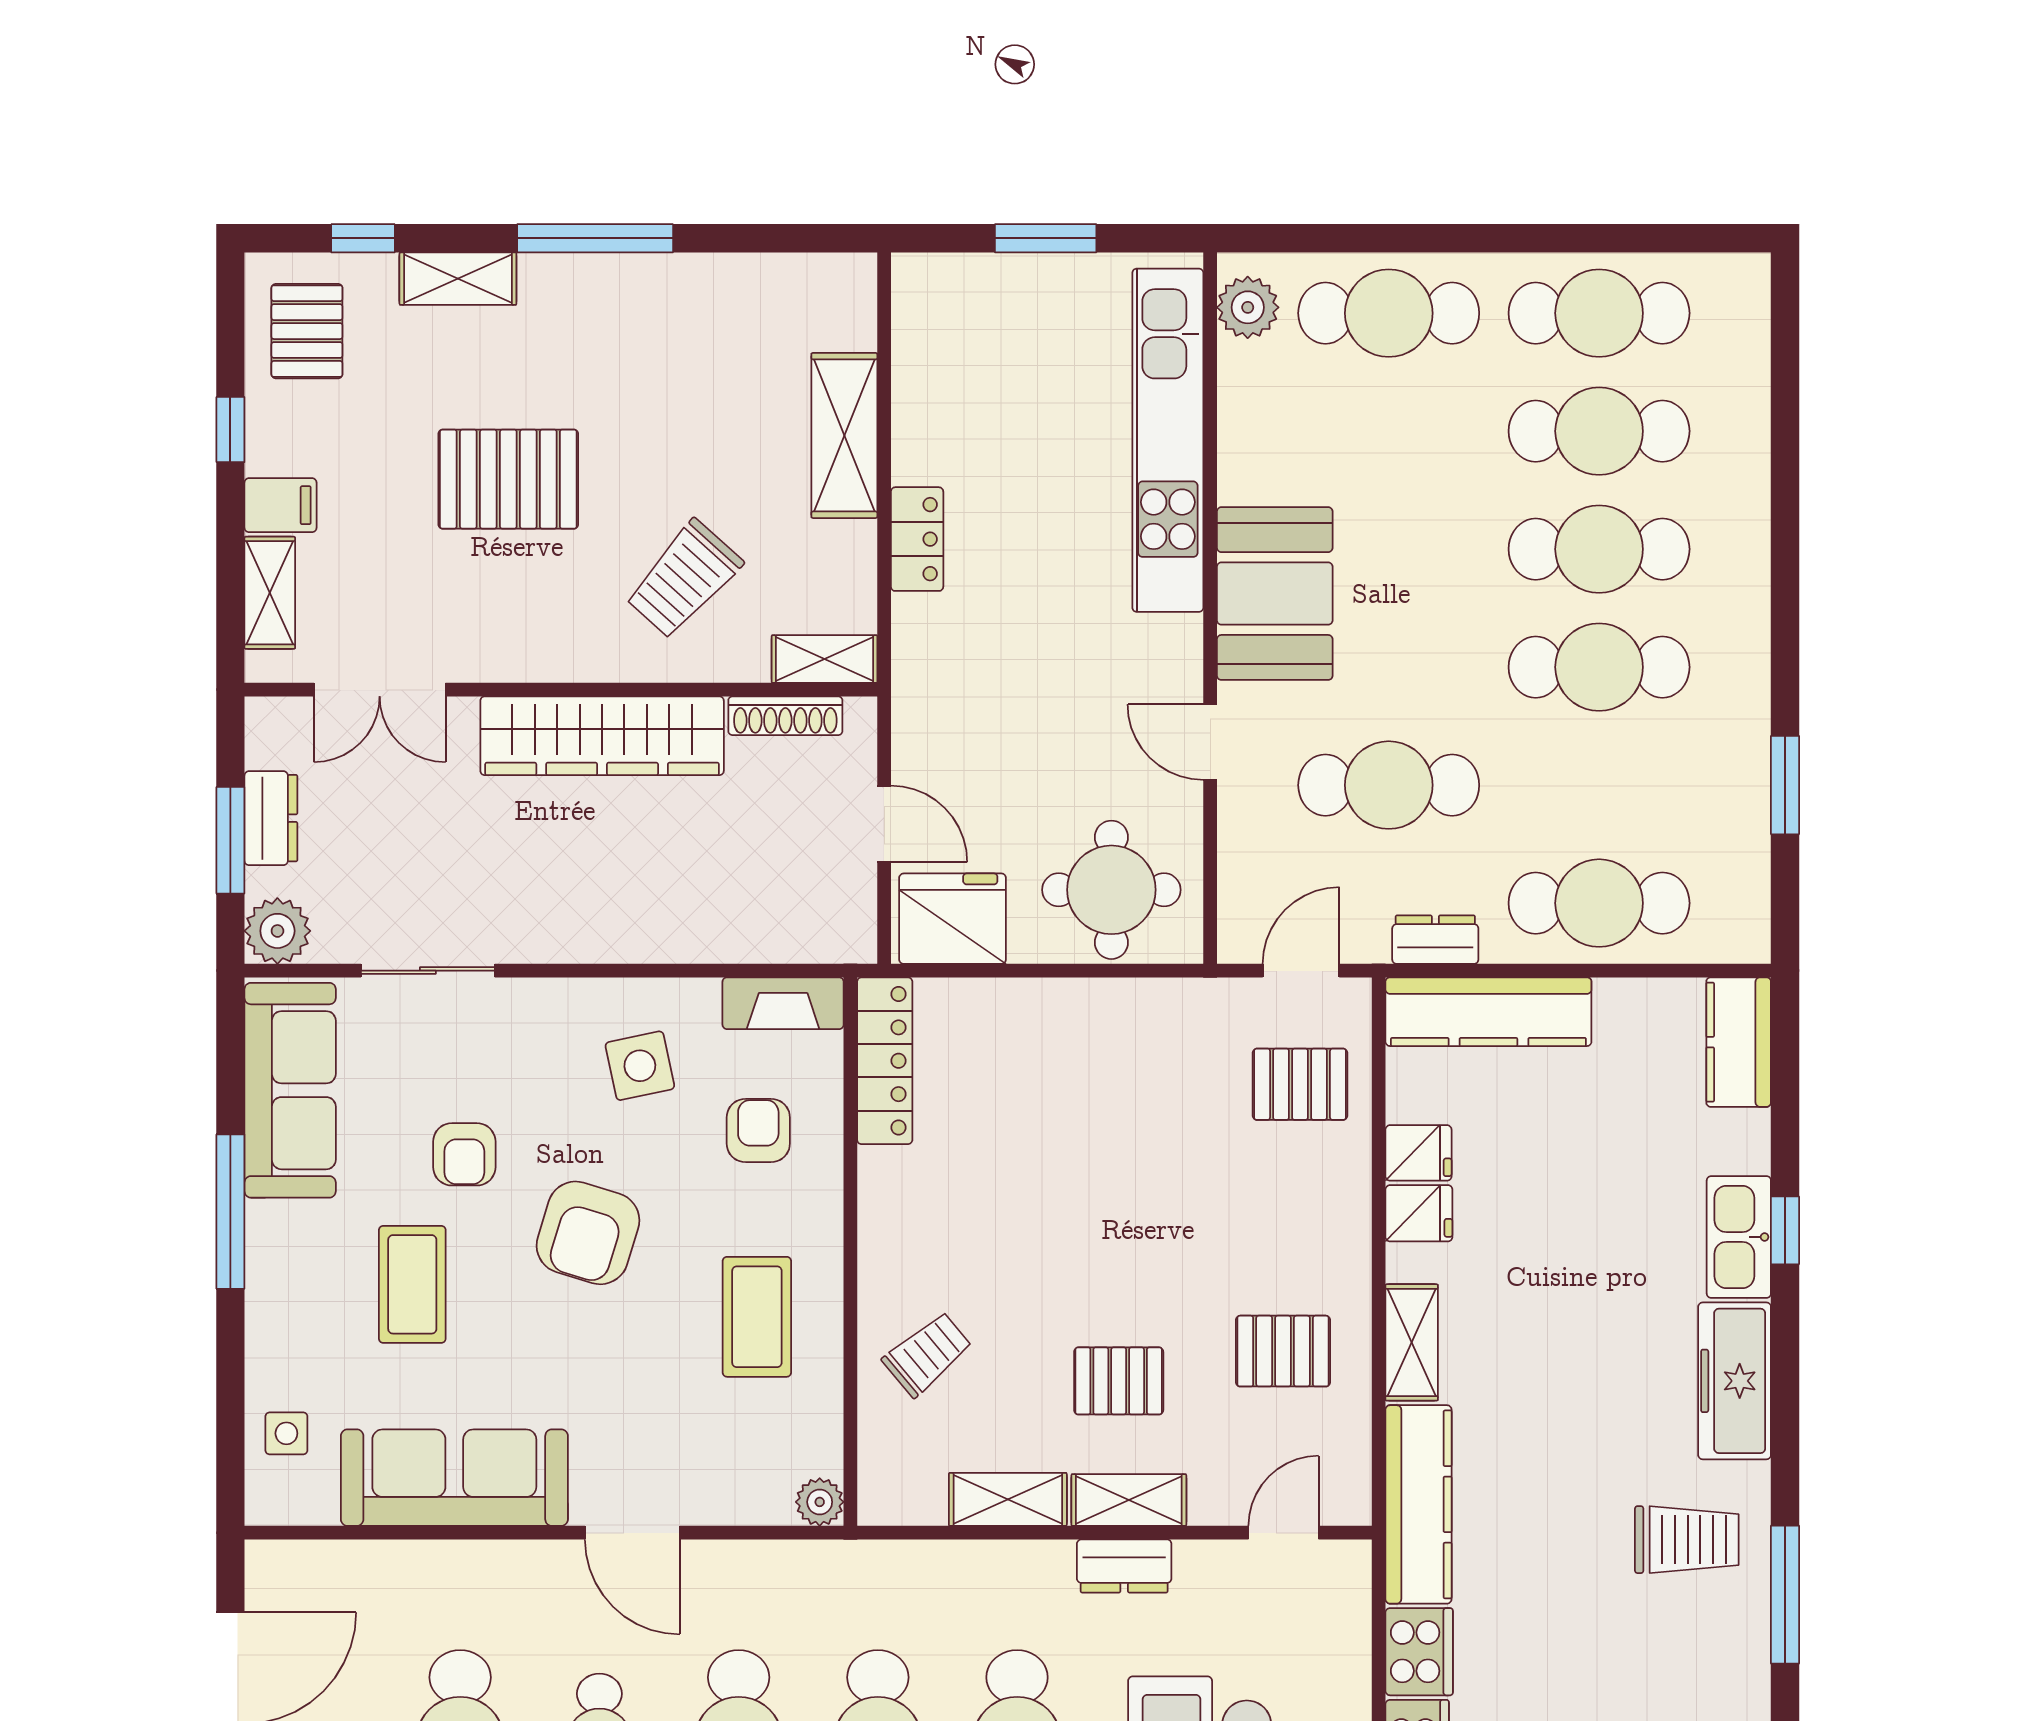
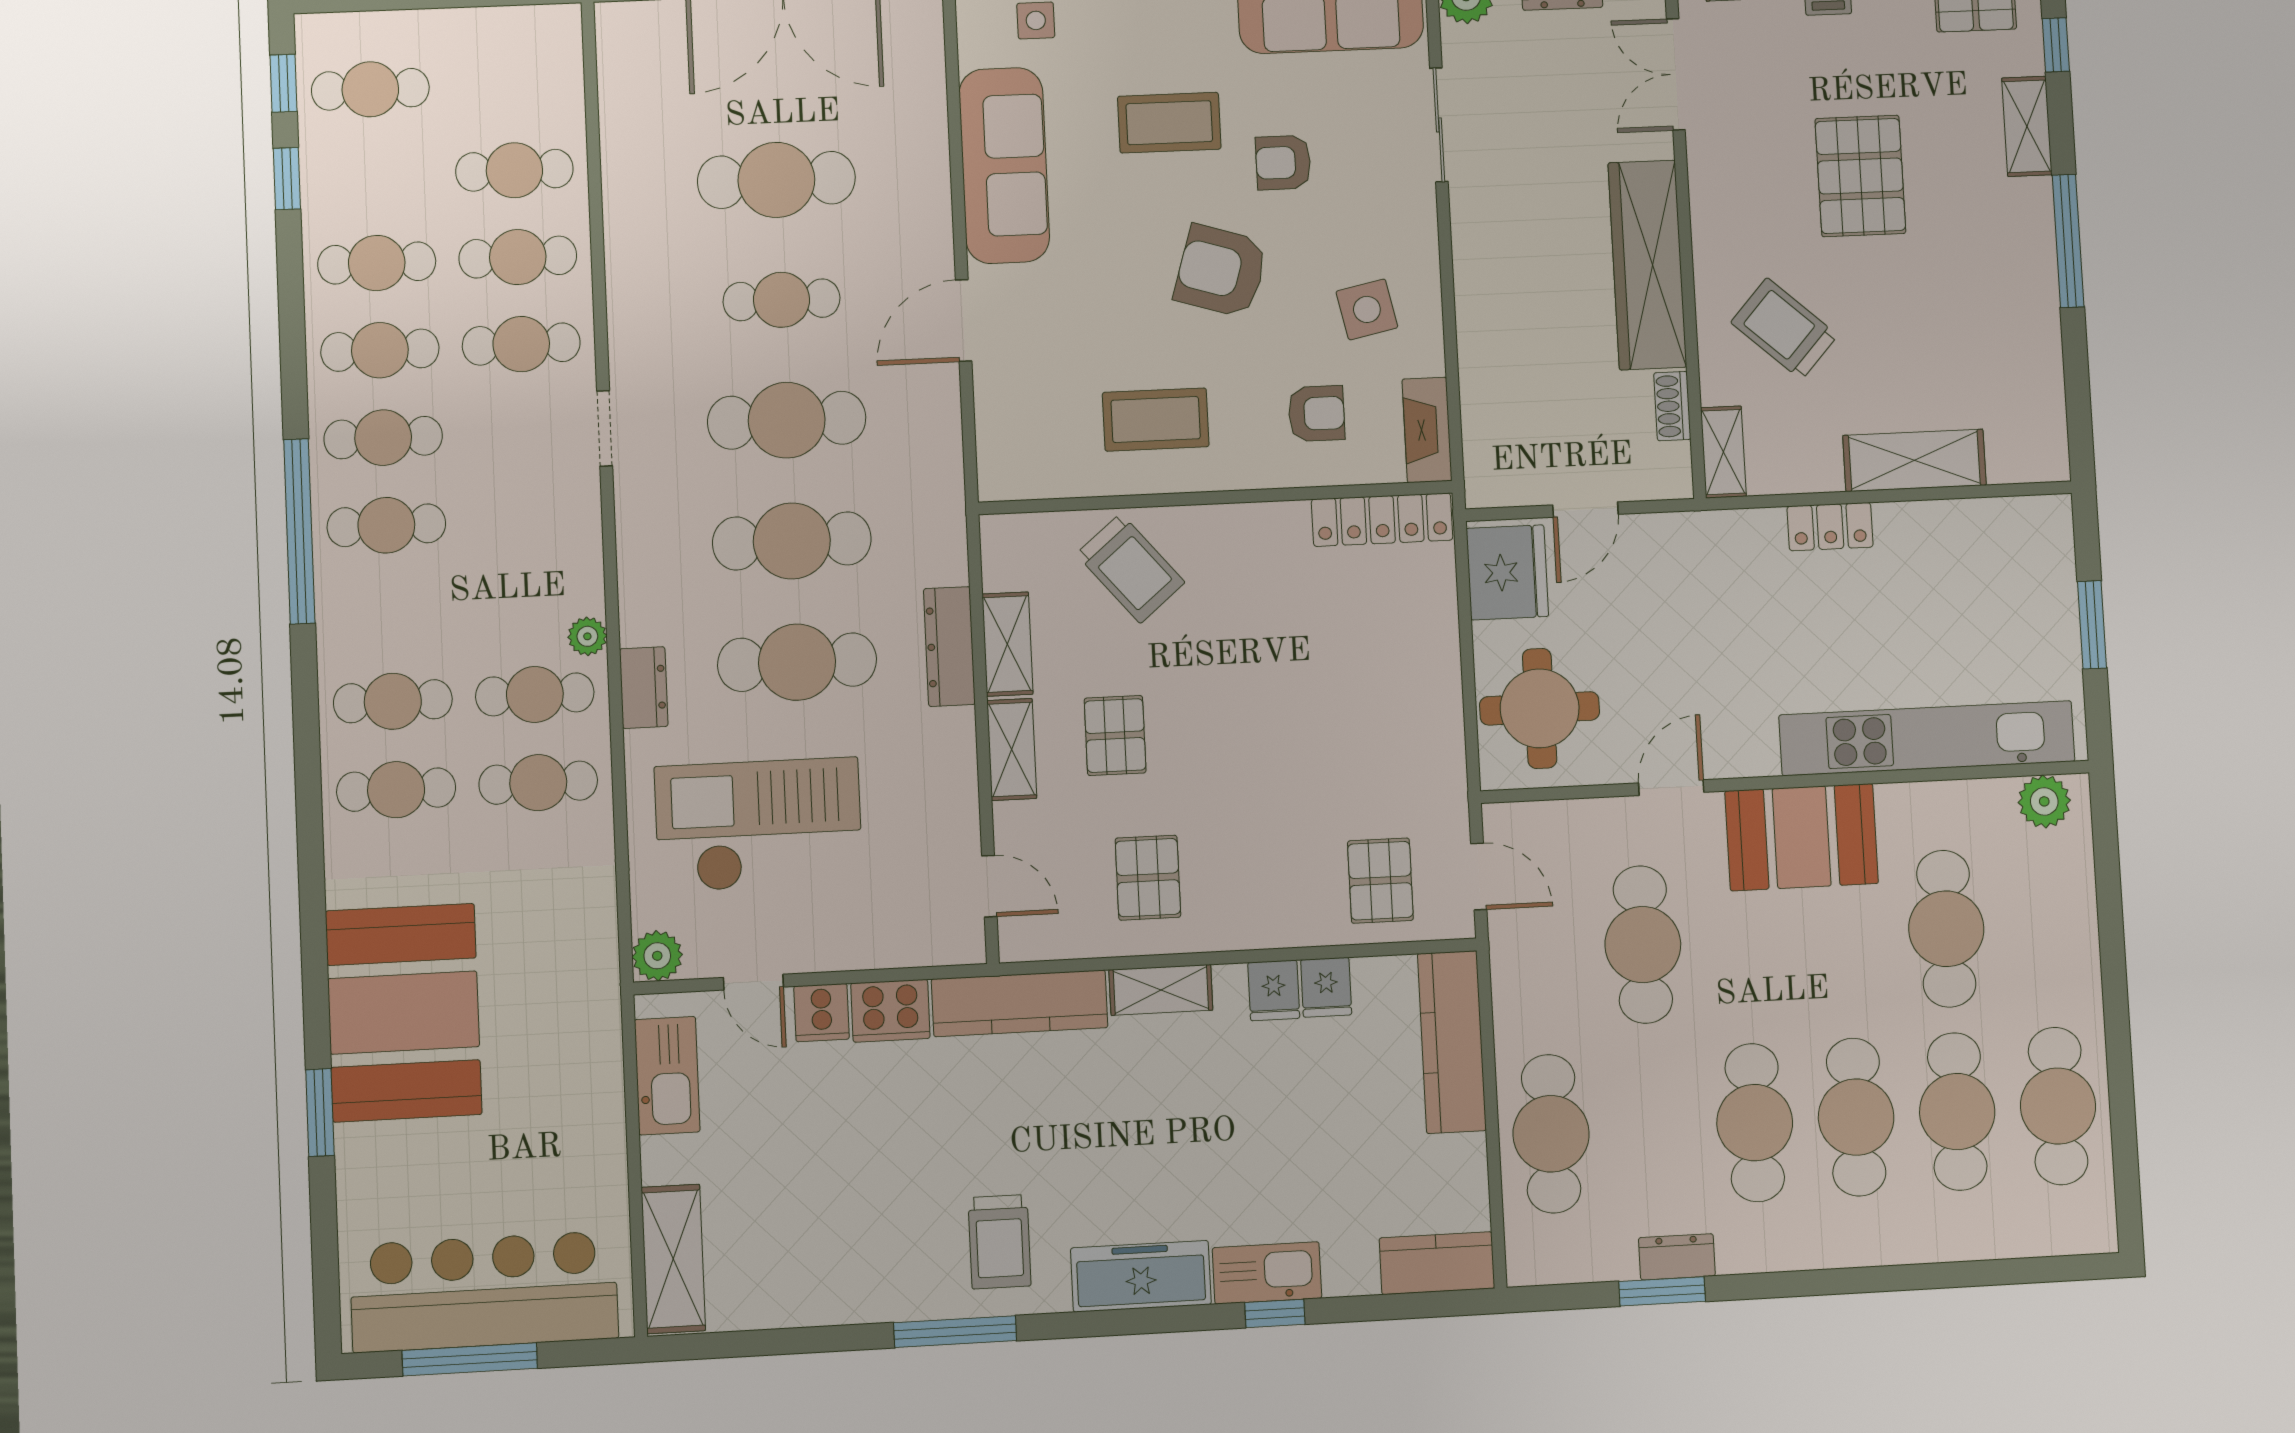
cafe table: (1389, 313) -> (1946, 929), moved
shoe rack: (785, 716) -> (1672, 406), width x0.70
dresser: (1435, 940) -> (1677, 1257), moved, turned -90
trolley: (927, 1354) -> (1131, 568), width x1.36, depth x1.39
plant: (820, 1502) -> (998, 481), removed
dresser: (1124, 1566) -> (949, 647), moved, width x1.44

